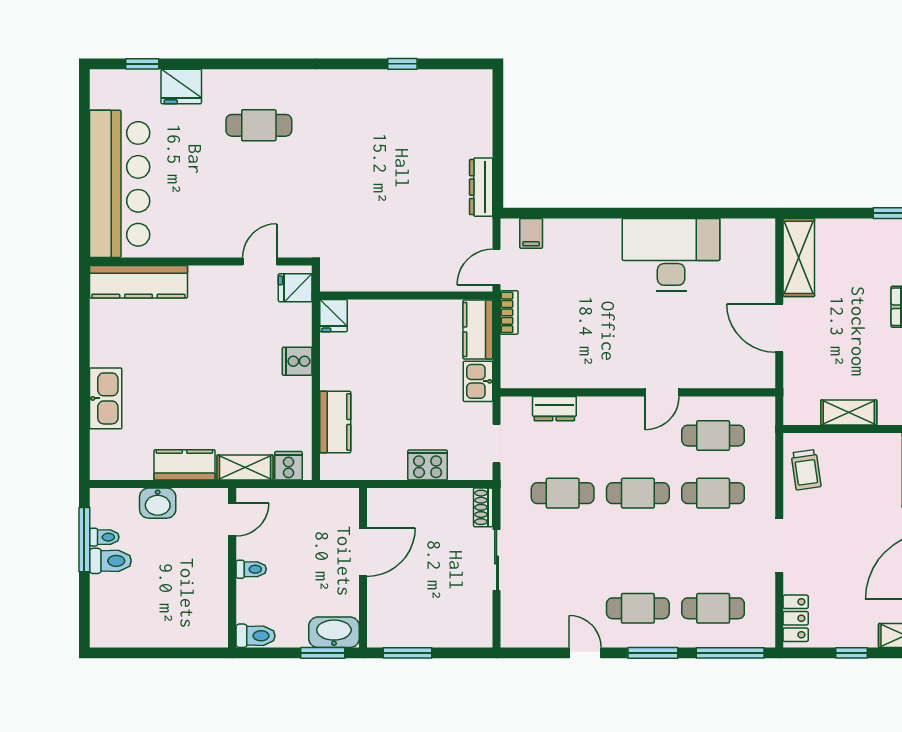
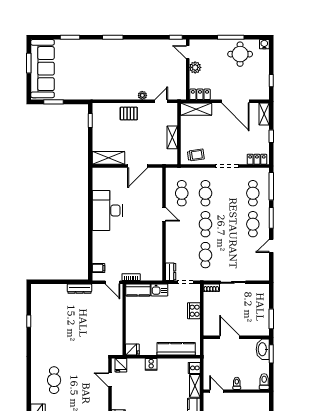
dresser: (554, 409) -> (171, 272), moved
kitchen counter: (335, 422) -> (176, 349), width x1.50

